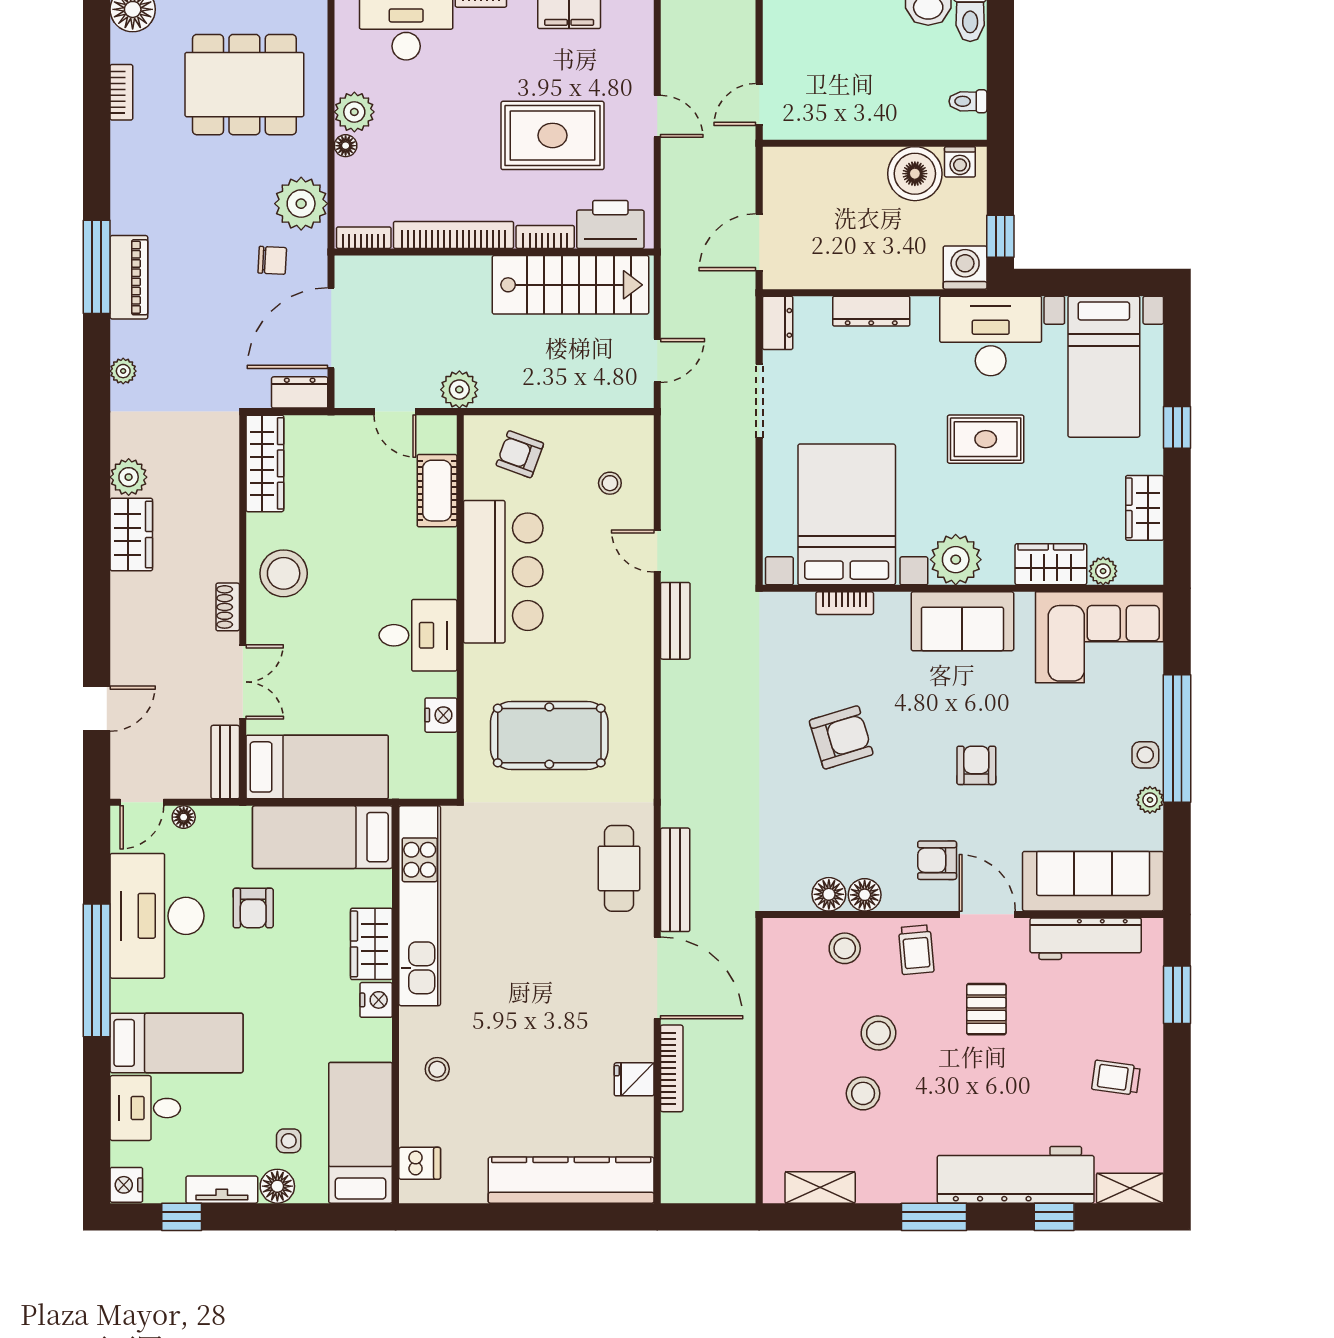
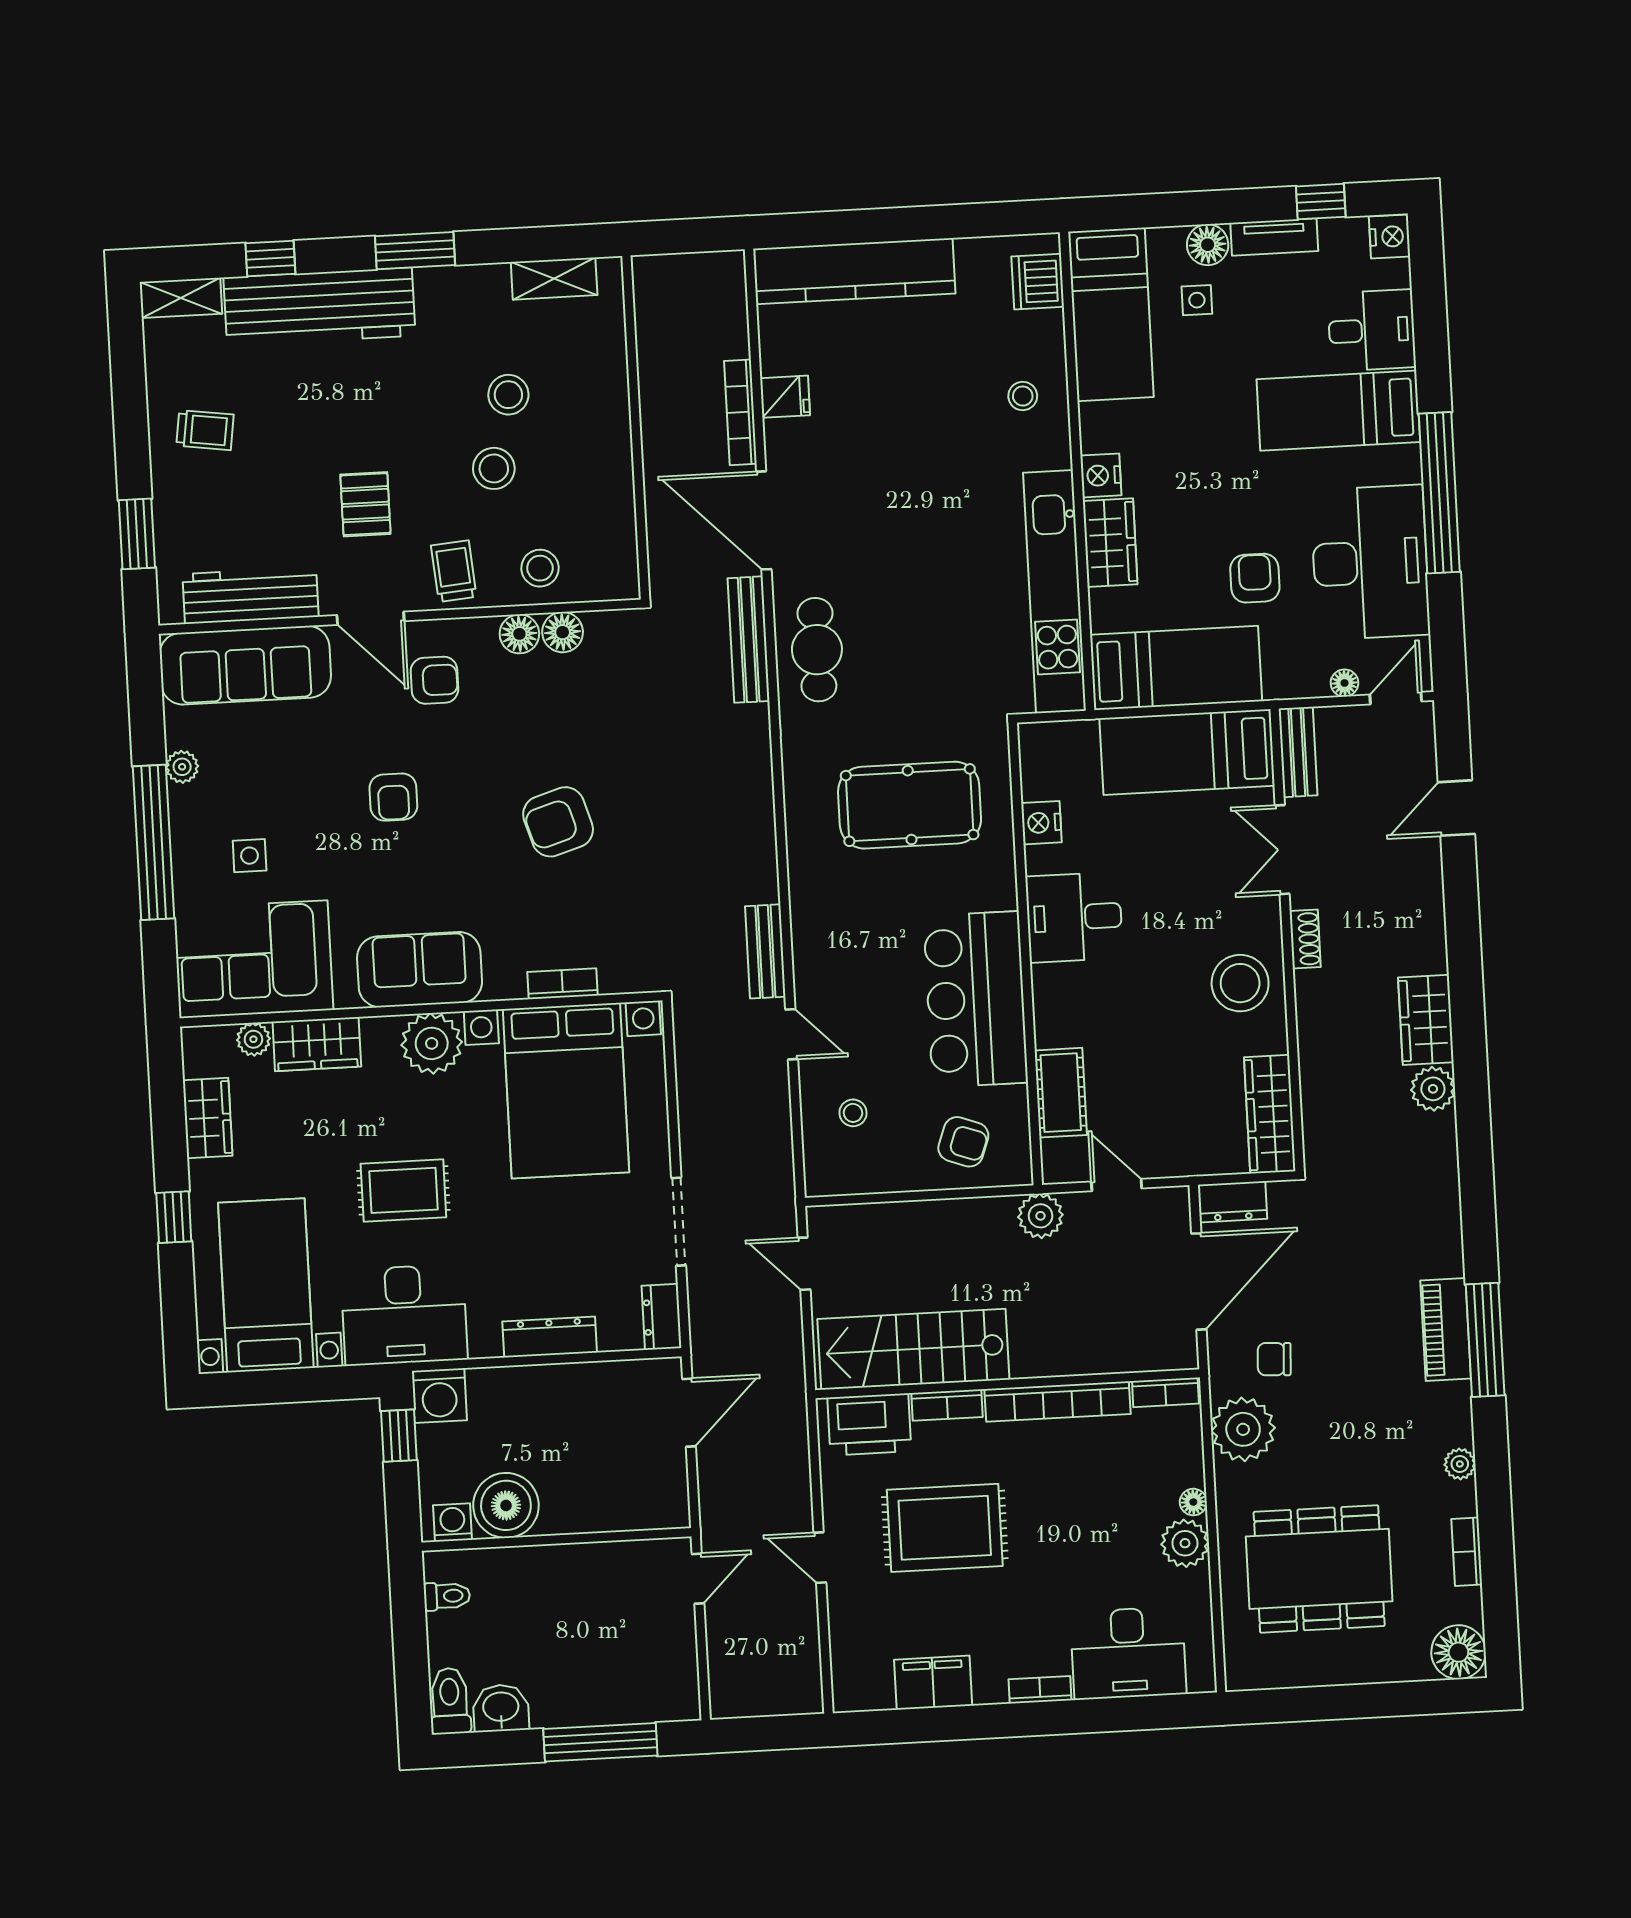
door: (657, 361) -> (804, 1264), hinge flipped
plant: (123, 371) -> (1460, 1464), moved
side table: (1145, 755) -> (250, 856), moved
dishwasher: (420, 1163) -> (1038, 282), width x1.38

